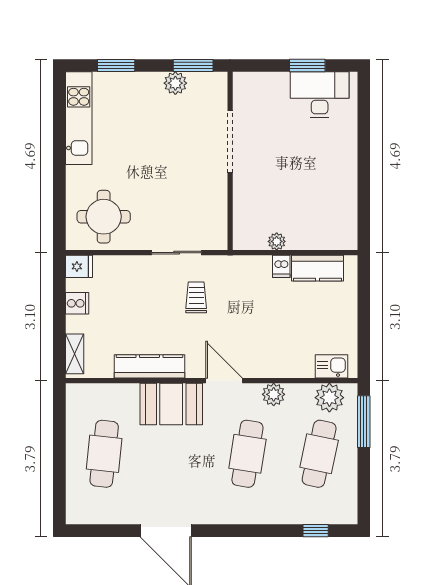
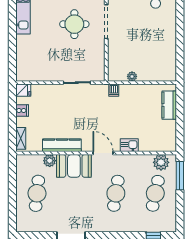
round table: (104, 217) -> (74, 24), moved
dishwasher: (281, 266) -> (114, 90), moved
kitchen counter: (317, 268) -> (169, 105), moved, turned 90
trolley: (196, 297) -> (88, 107), removed
kitchen sink: (332, 366) -> (129, 145), moved
plant: (274, 394) -> (50, 161), moved

